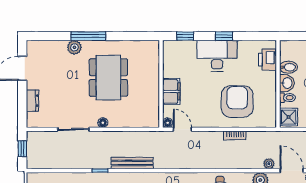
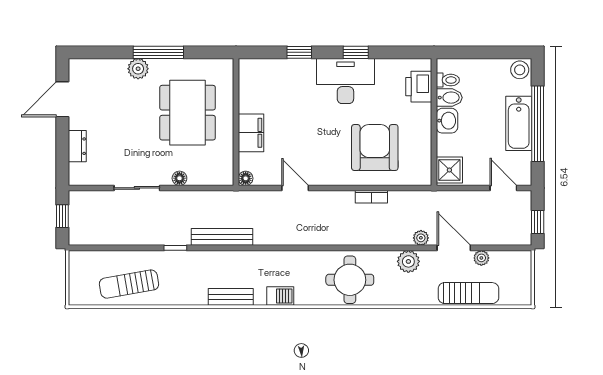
wall: (161, 84) -> (236, 122), moved
filing cabinet: (171, 91) -> (251, 133), moved
toilet: (287, 98) -> (448, 80), moved
floor lamp: (168, 123) -> (246, 178), moved

